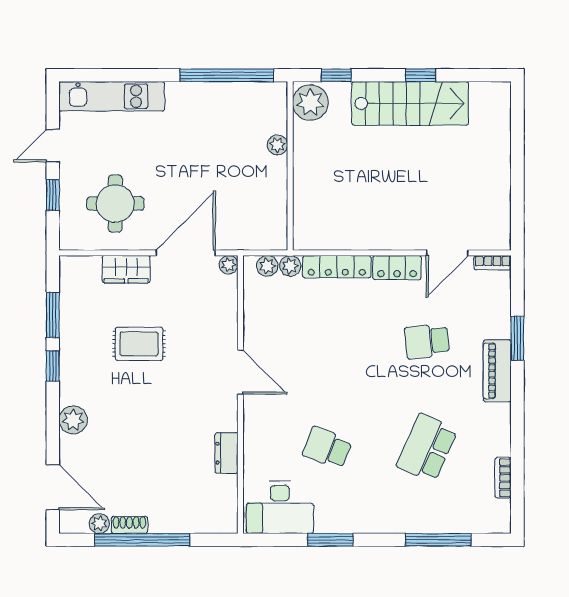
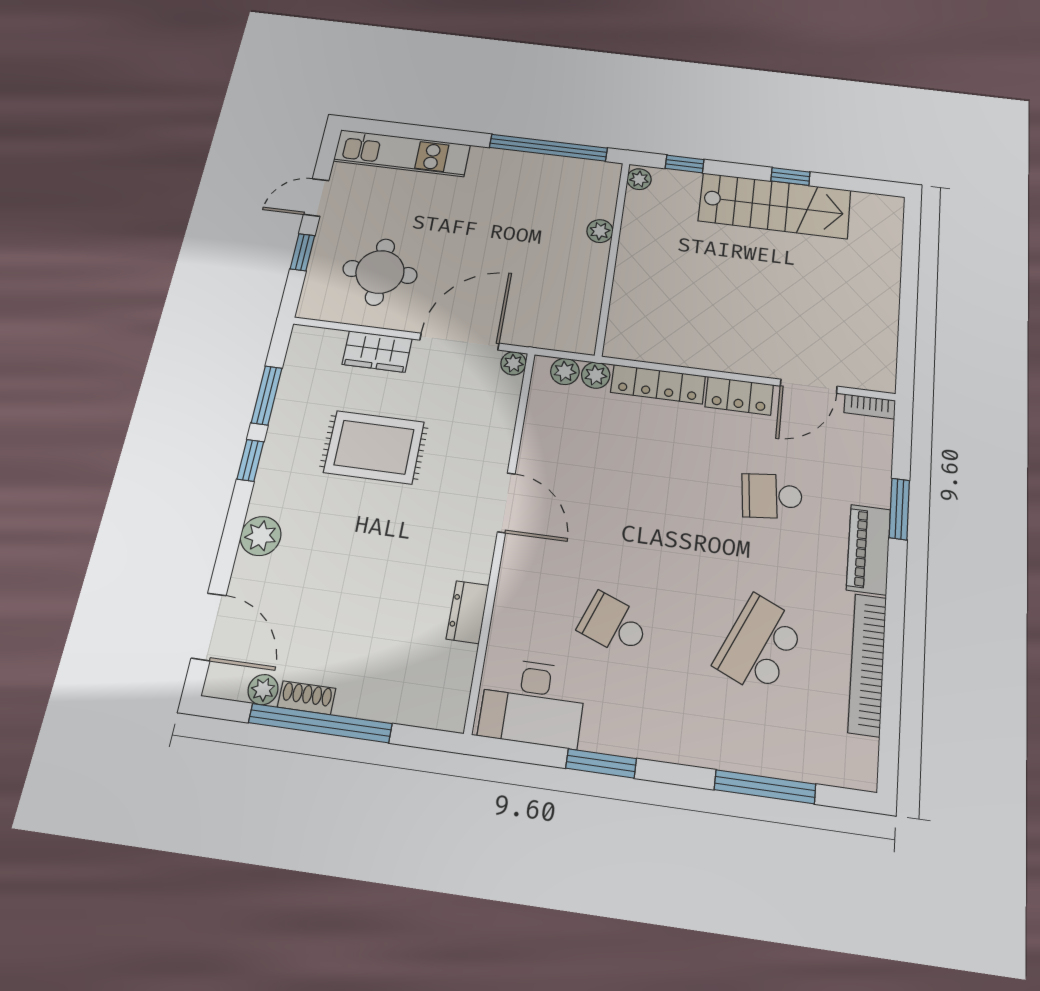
plant: (310, 103) -> (639, 179), width x0.53, depth x0.53
rug: (139, 344) -> (374, 447), width x1.36, depth x1.43
bookcase: (503, 478) -> (867, 664), width x2.31, depth x1.31

